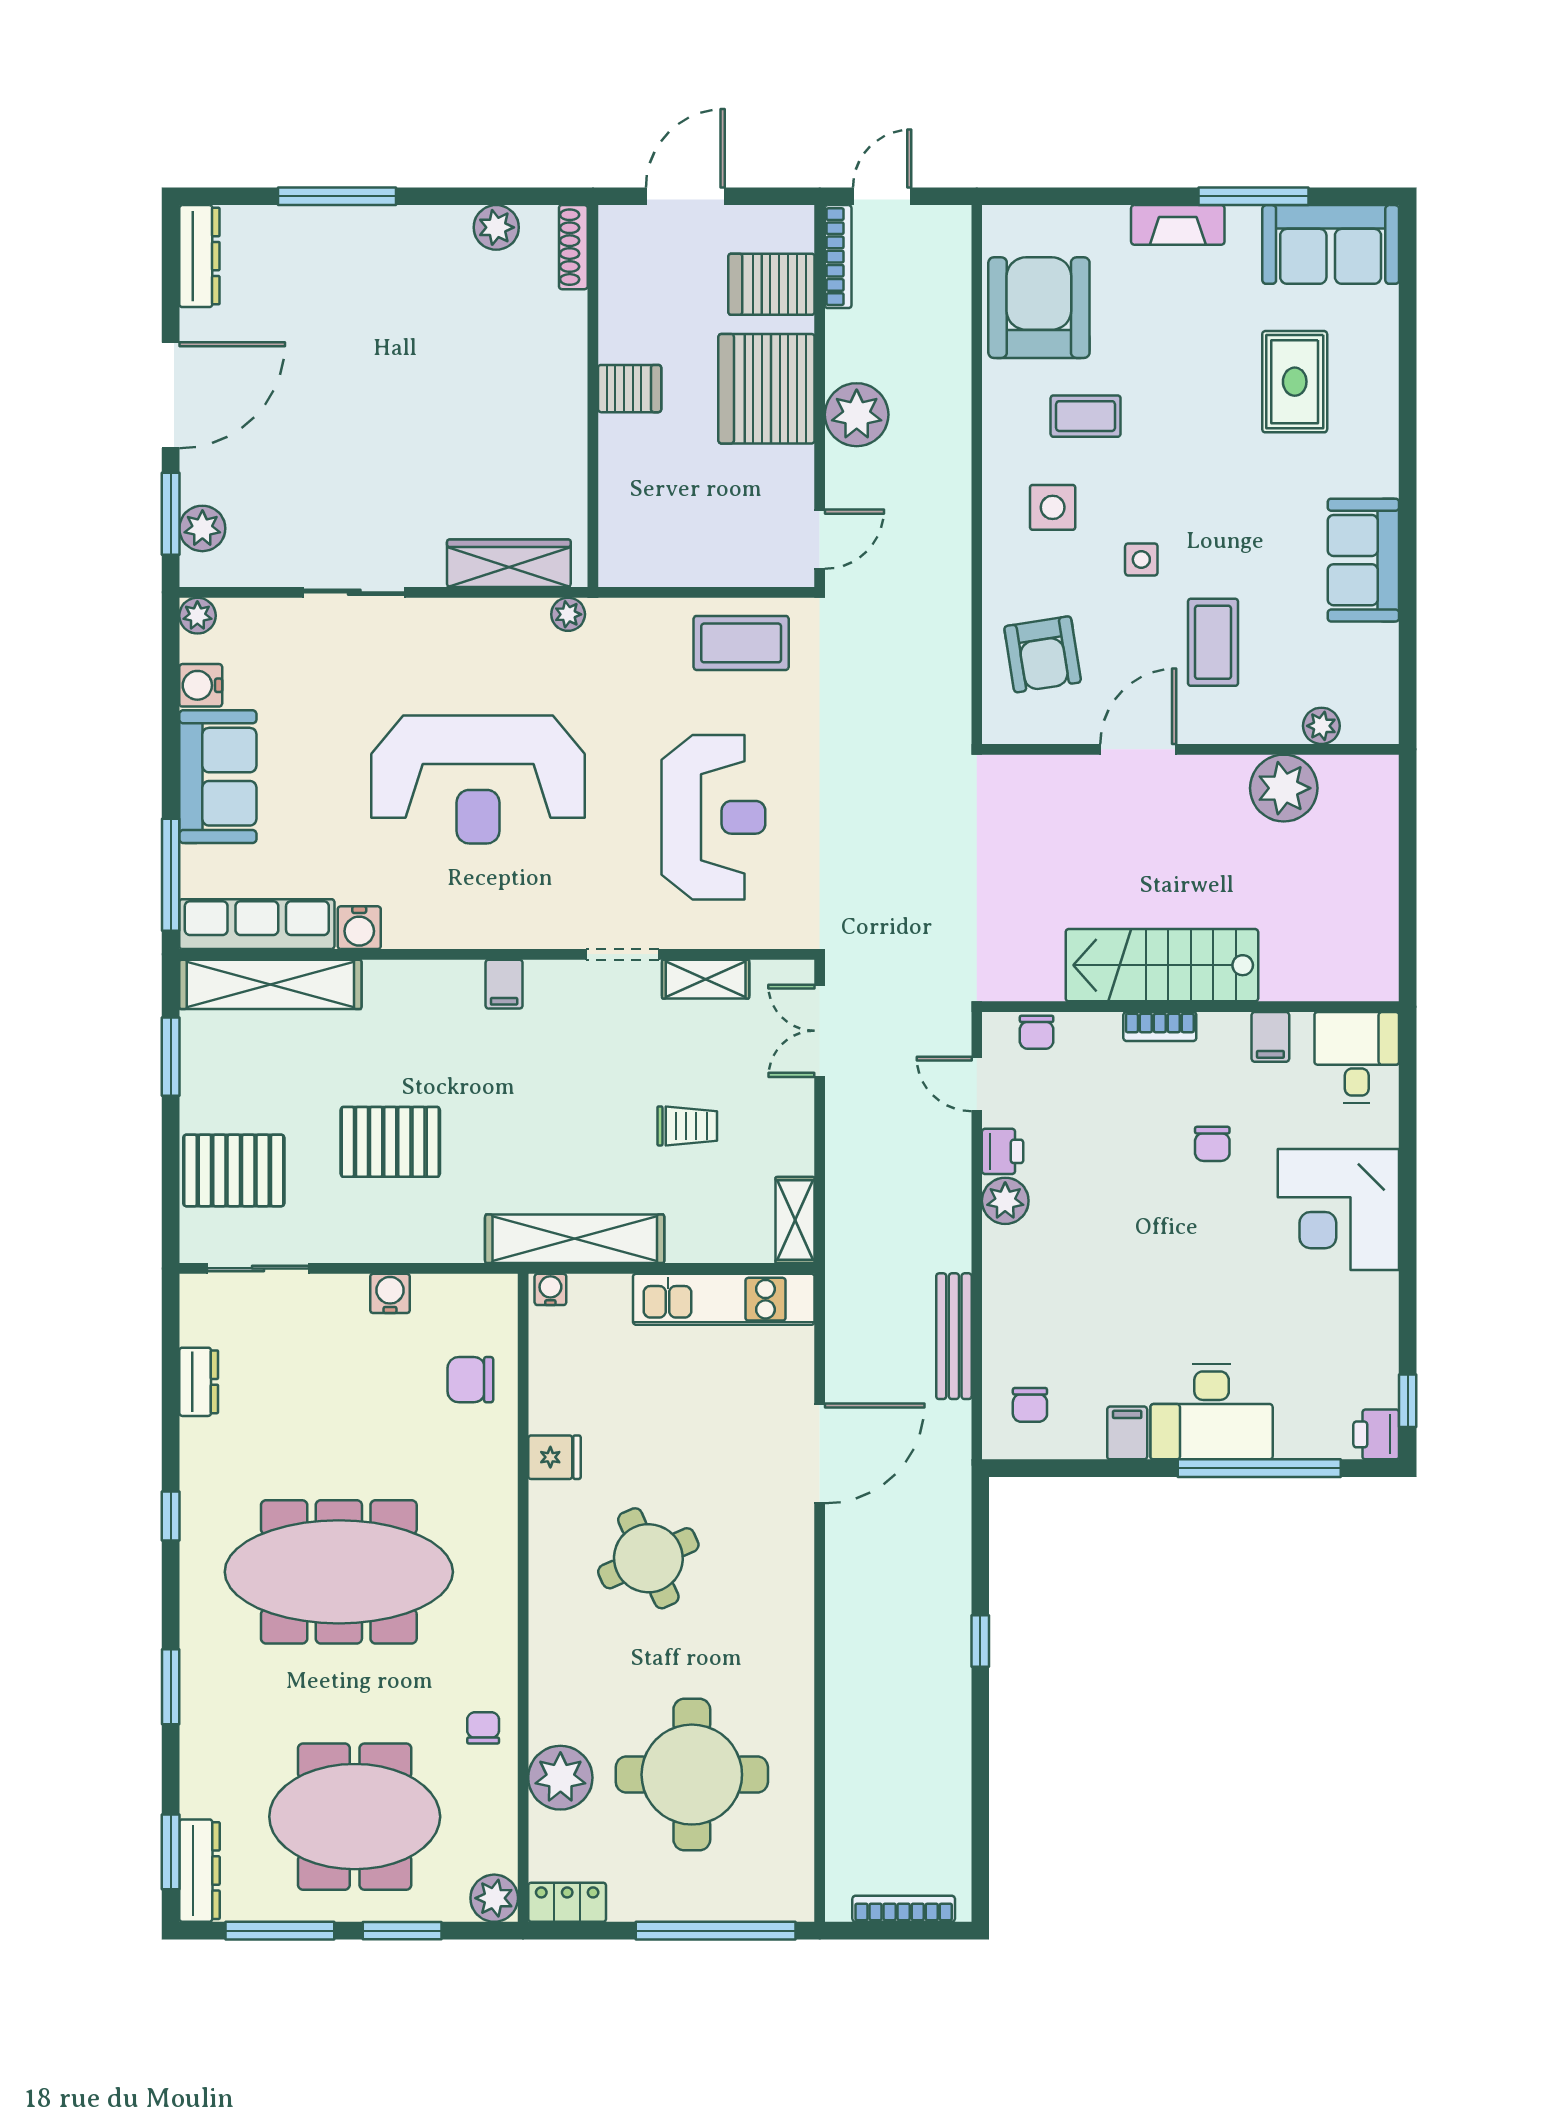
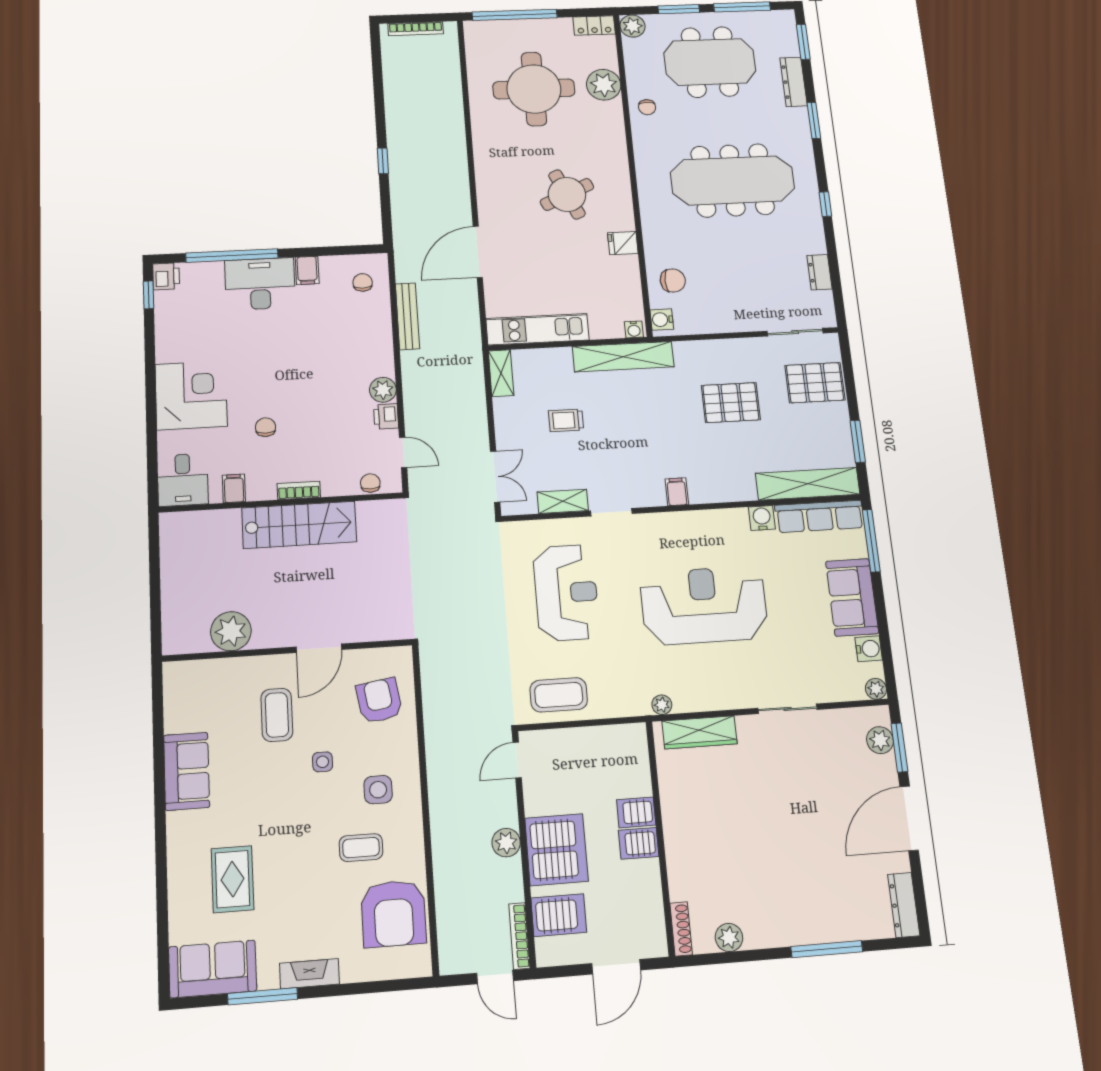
door: (882, 196) -> (495, 977), hinge flipped
plant: (857, 415) -> (506, 843), width x0.73, depth x0.73
server rack: (629, 439) -> (636, 812), added
plant: (1321, 726) -> (209, 669), removed
reception desk: (713, 817) -> (566, 593), turned 180
water cooler: (390, 1293) -> (662, 320), moved, turned 90
dresser: (199, 1871) -> (794, 82), moved

